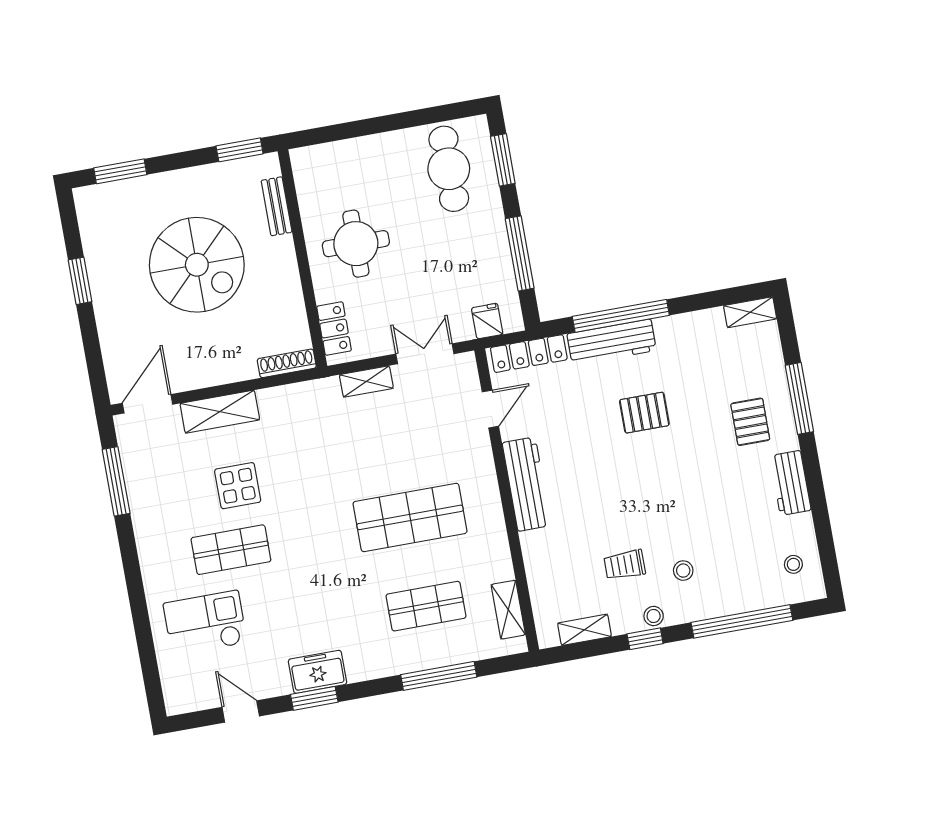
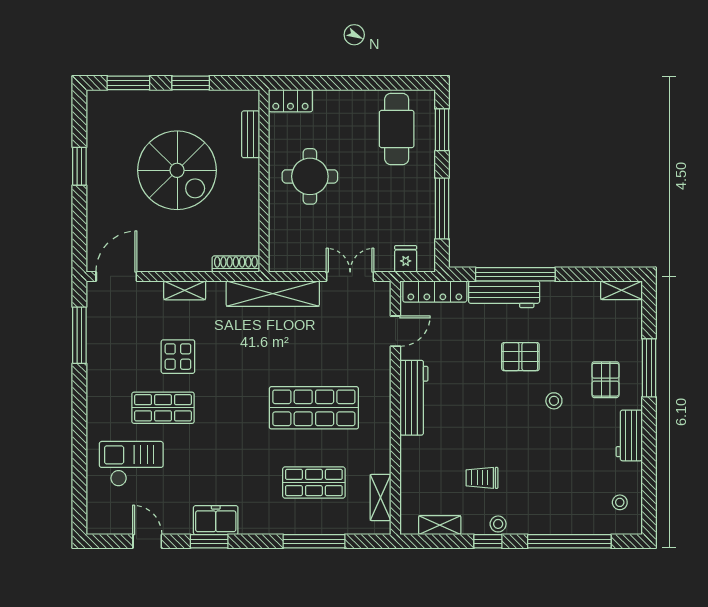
window: (240, 150) -> (191, 83), moved
locker: (334, 329) -> (290, 101), moved, turned 90
shelving: (366, 382) -> (273, 294), width x2.20, depth x1.33
shelving: (220, 412) -> (185, 290), width x0.67, depth x0.75
stool: (683, 571) -> (554, 401), moved

